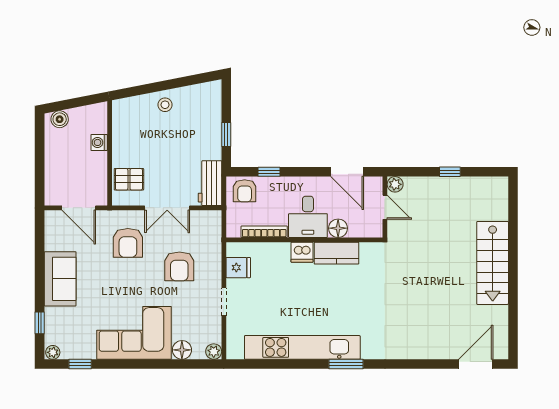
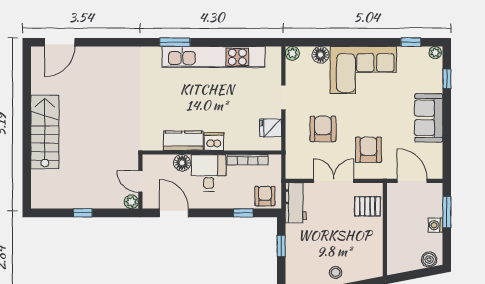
washing machine: (99, 142) -> (435, 225), moved, turned 180
window: (40, 172) -> (447, 212), added

